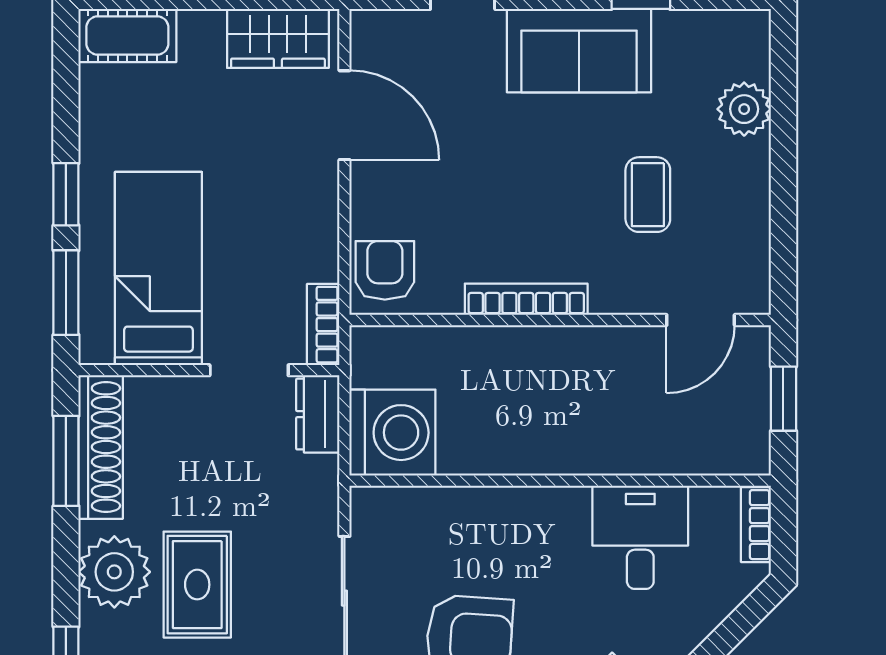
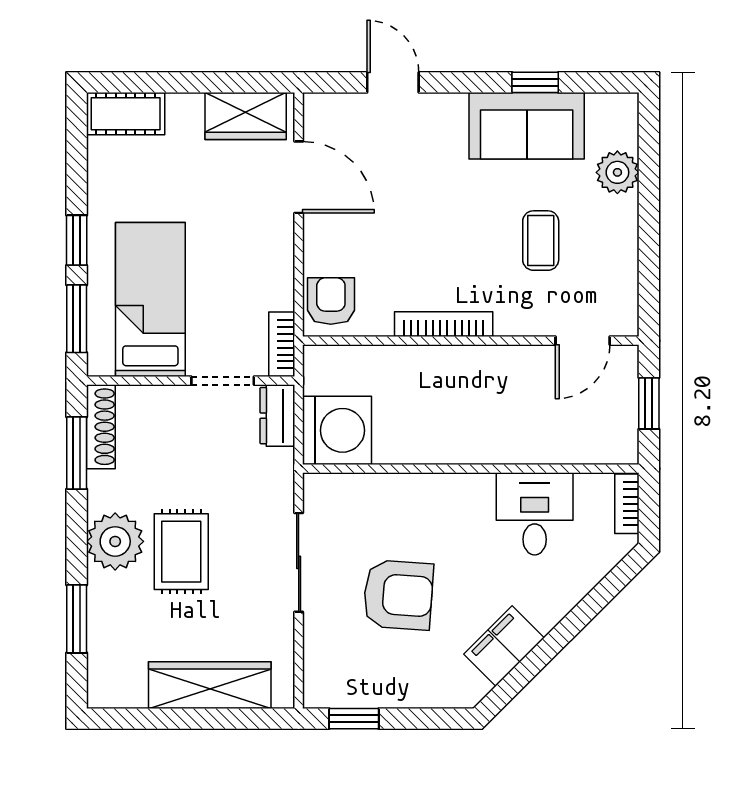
sofa: (579, 51) -> (527, 126), moved
shoe rack: (101, 447) -> (101, 427), width x0.74, depth x0.81

